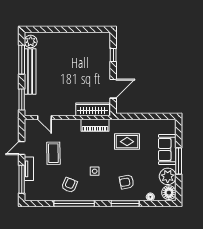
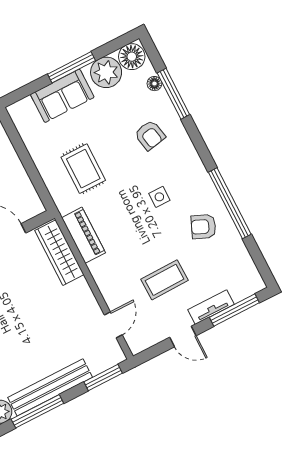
window: (125, 203) -> (173, 94), moved

